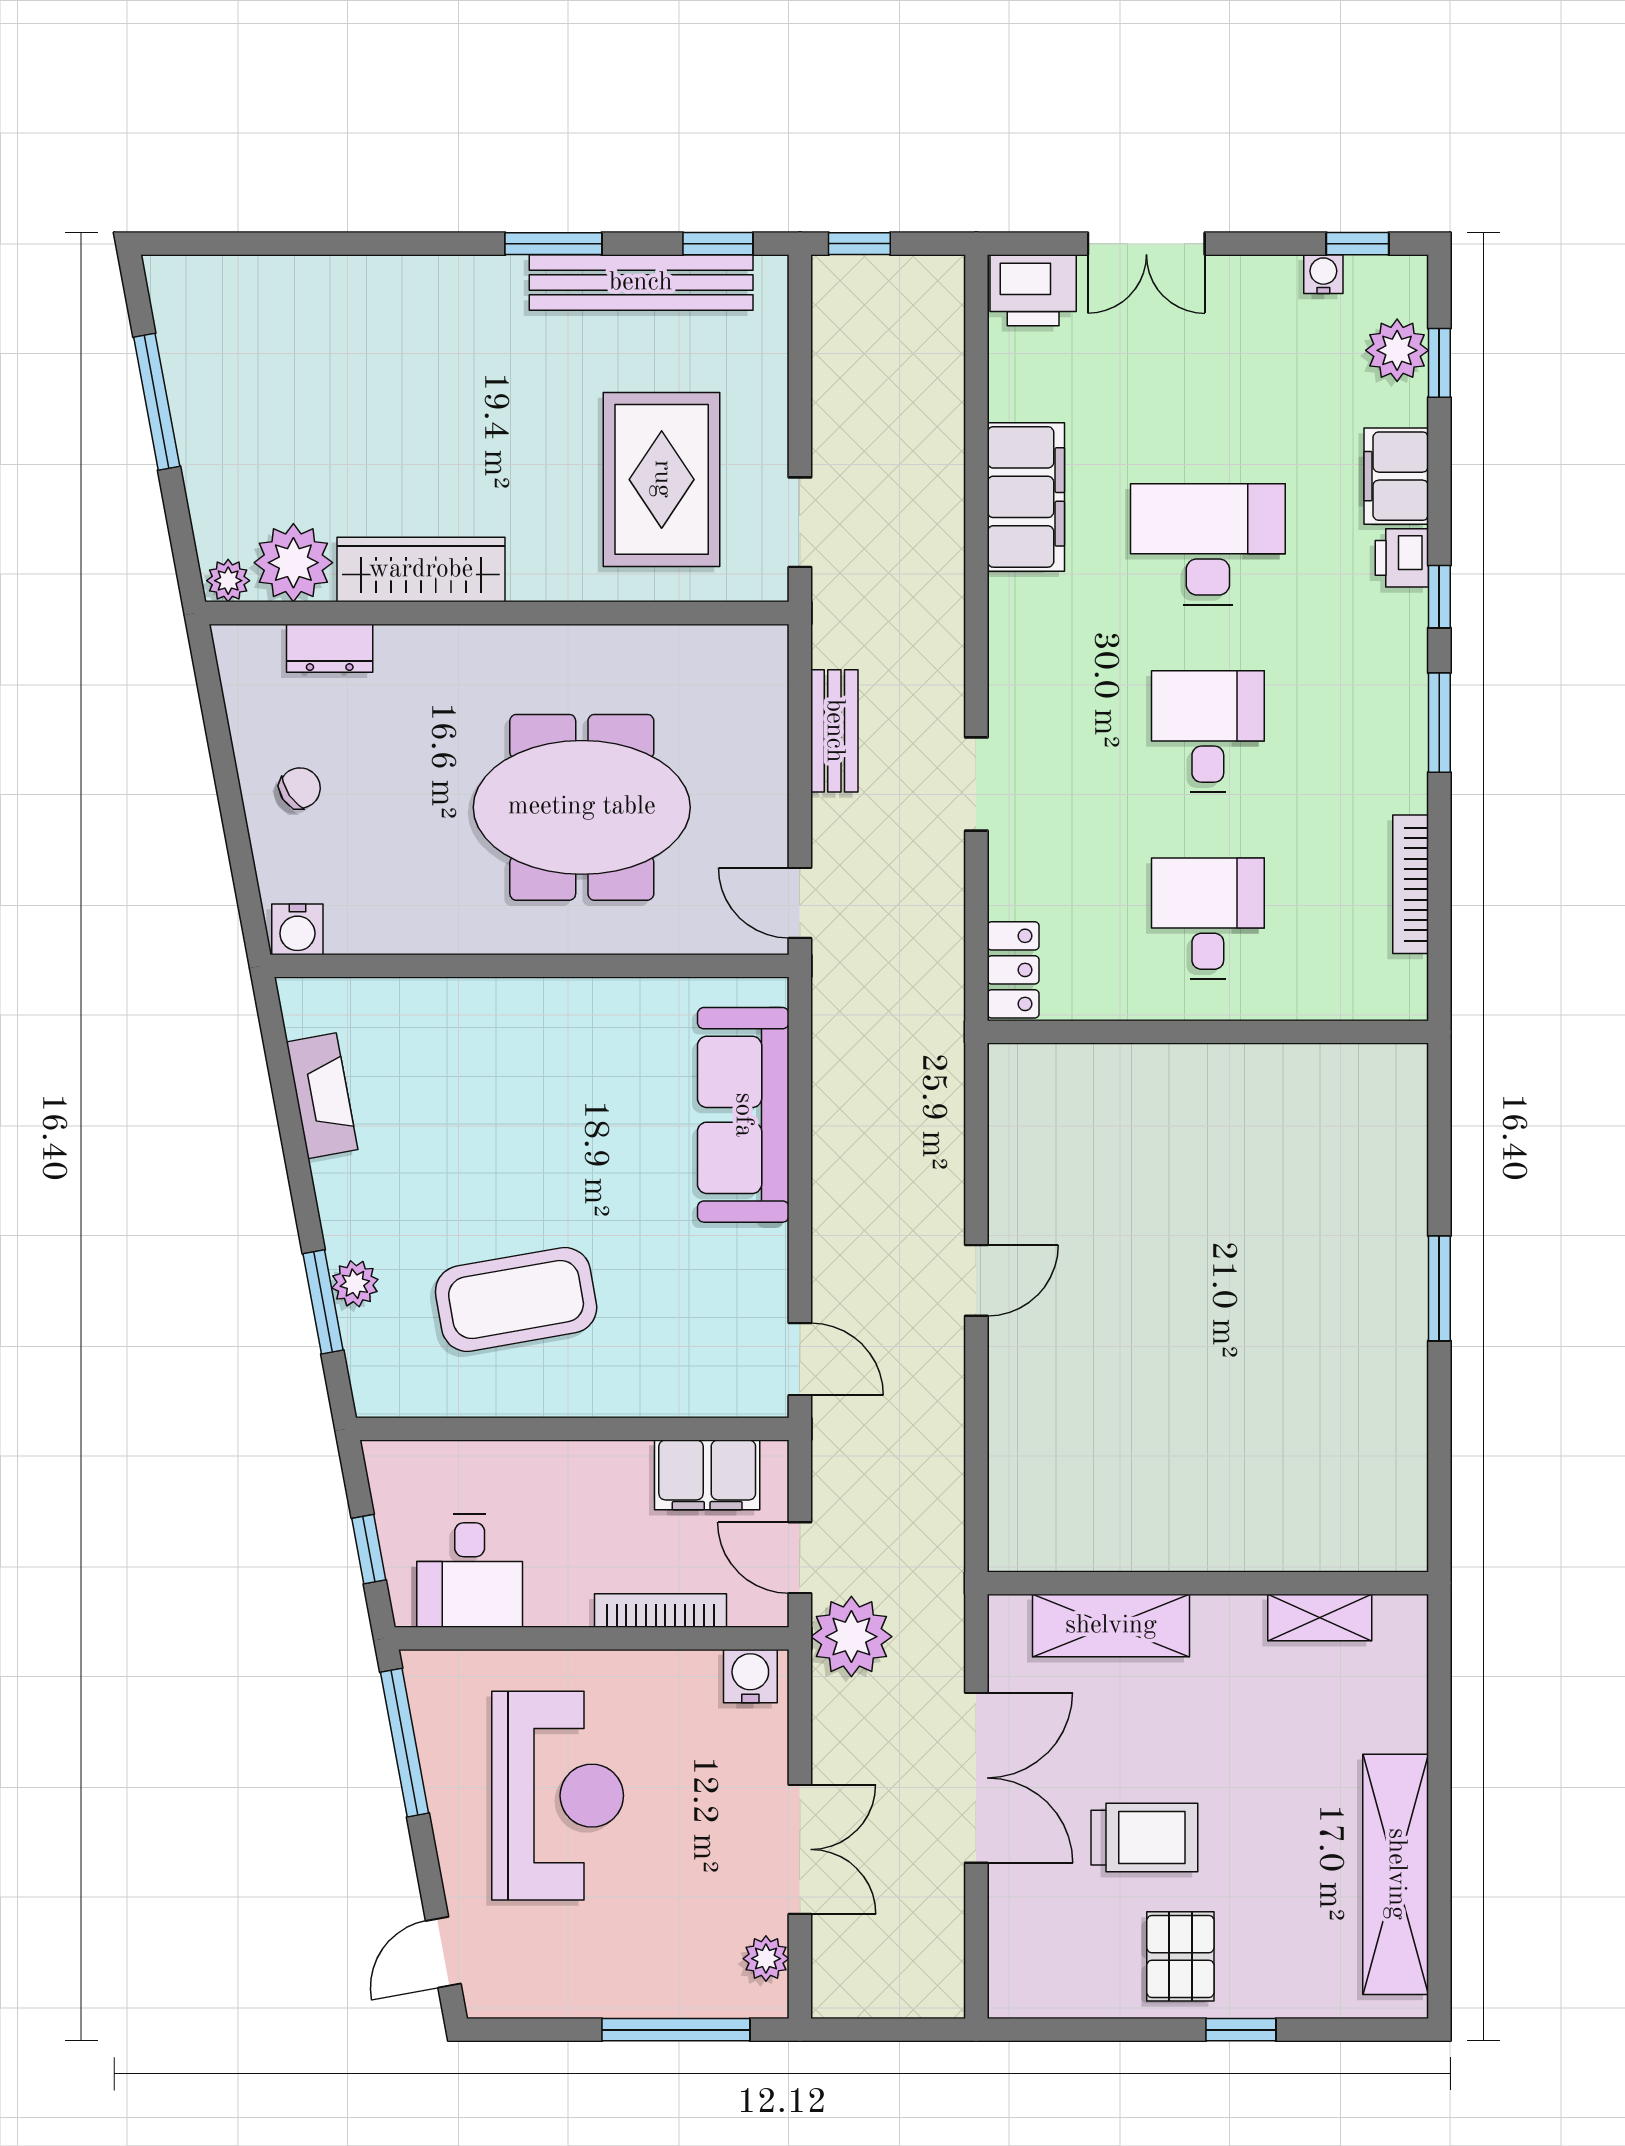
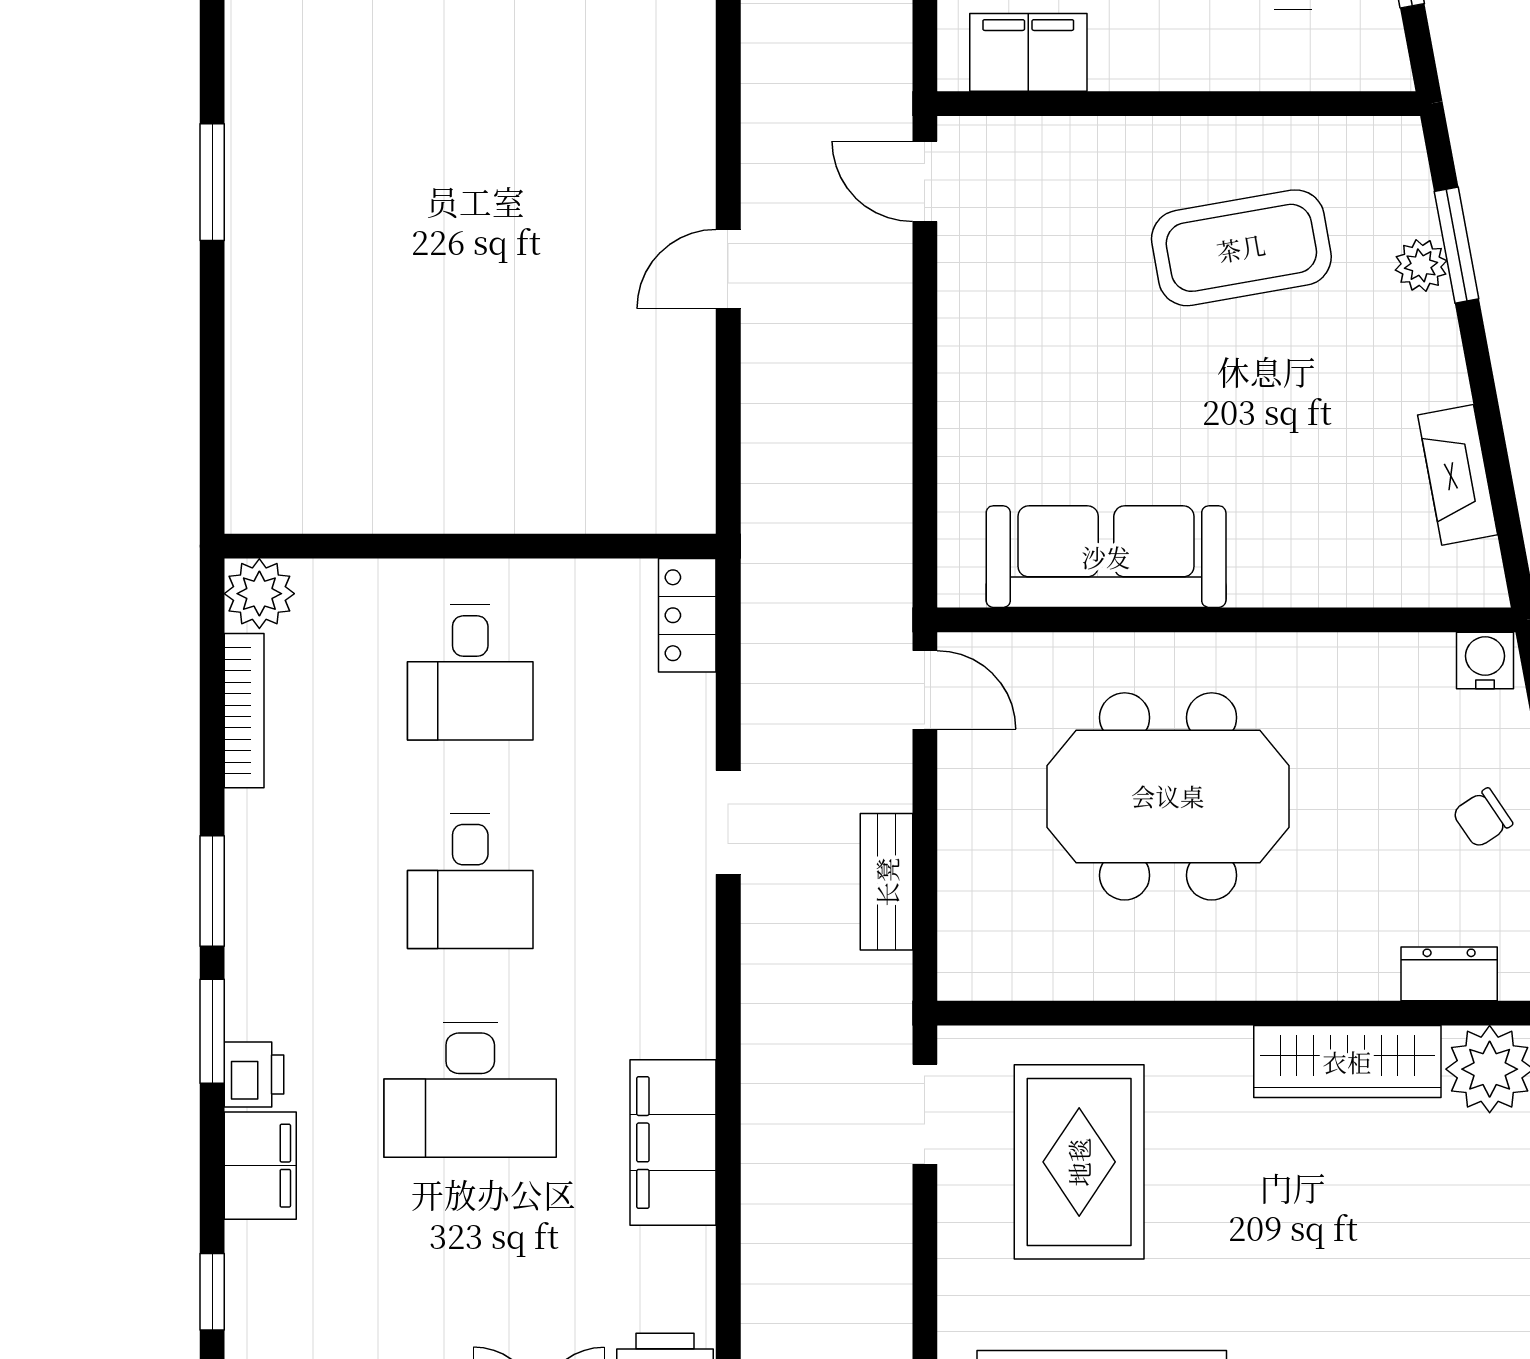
plant: (1397, 350) -> (259, 594), moved
window: (1439, 597) -> (212, 1031), width x1.50
sofa: (743, 1115) -> (1106, 557), moved, turned -90
window: (1439, 1288) -> (212, 182), moved

